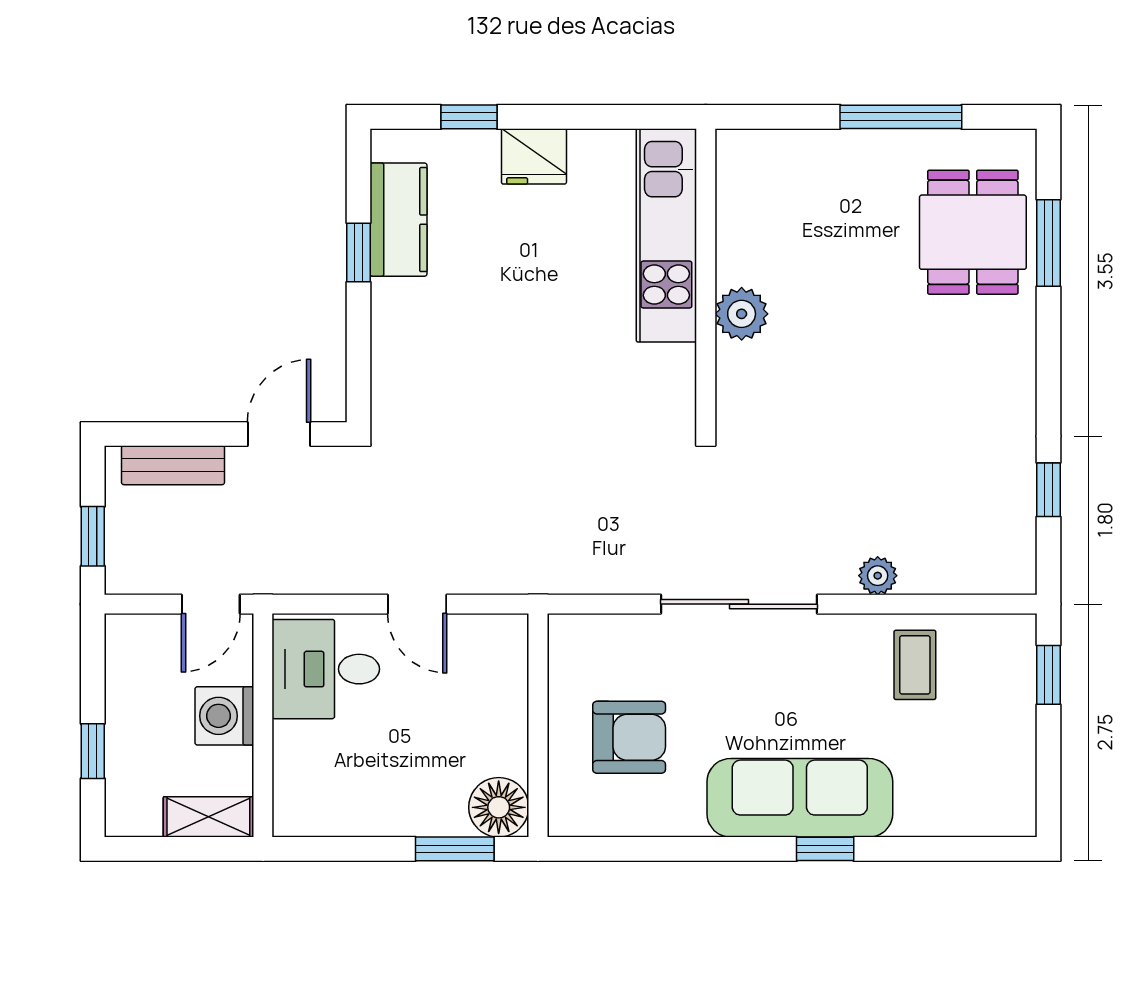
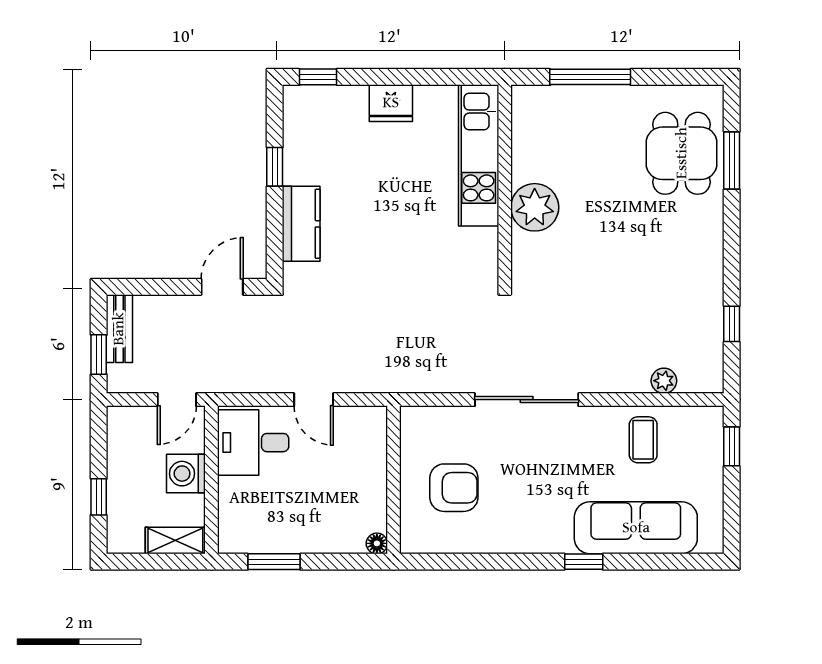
window: (469, 117) -> (318, 77), moved
window: (901, 117) -> (590, 77), moved
kitchen counter: (398, 220) -> (301, 224), moved
plant: (742, 314) -> (535, 207), width x1.36, depth x1.36
bench: (173, 465) -> (119, 329), moved, turned 90
plant: (878, 576) -> (664, 381), moved
sofa: (800, 798) -> (636, 528), moved
floor lamp: (499, 807) -> (377, 543), width x0.53, depth x0.53
window: (455, 849) -> (274, 562), moved

